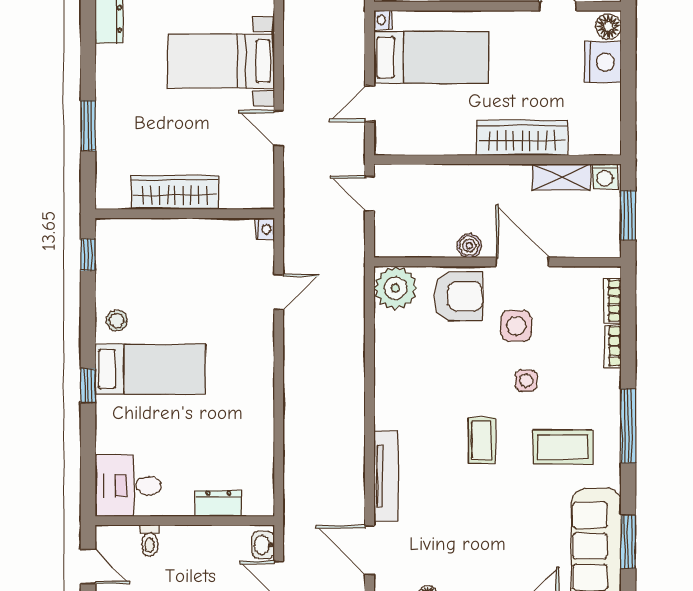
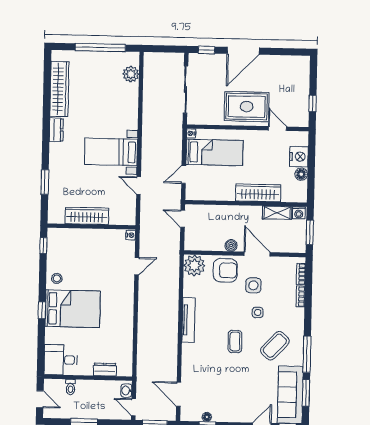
floor lamp: (608, 26) -> (301, 174), moved
bed: (150, 369) -> (73, 309), width x1.50
window: (628, 426) -> (307, 354), moved
coffee table: (563, 447) -> (275, 346), turned -47
tv unit: (386, 476) -> (188, 320), moved

